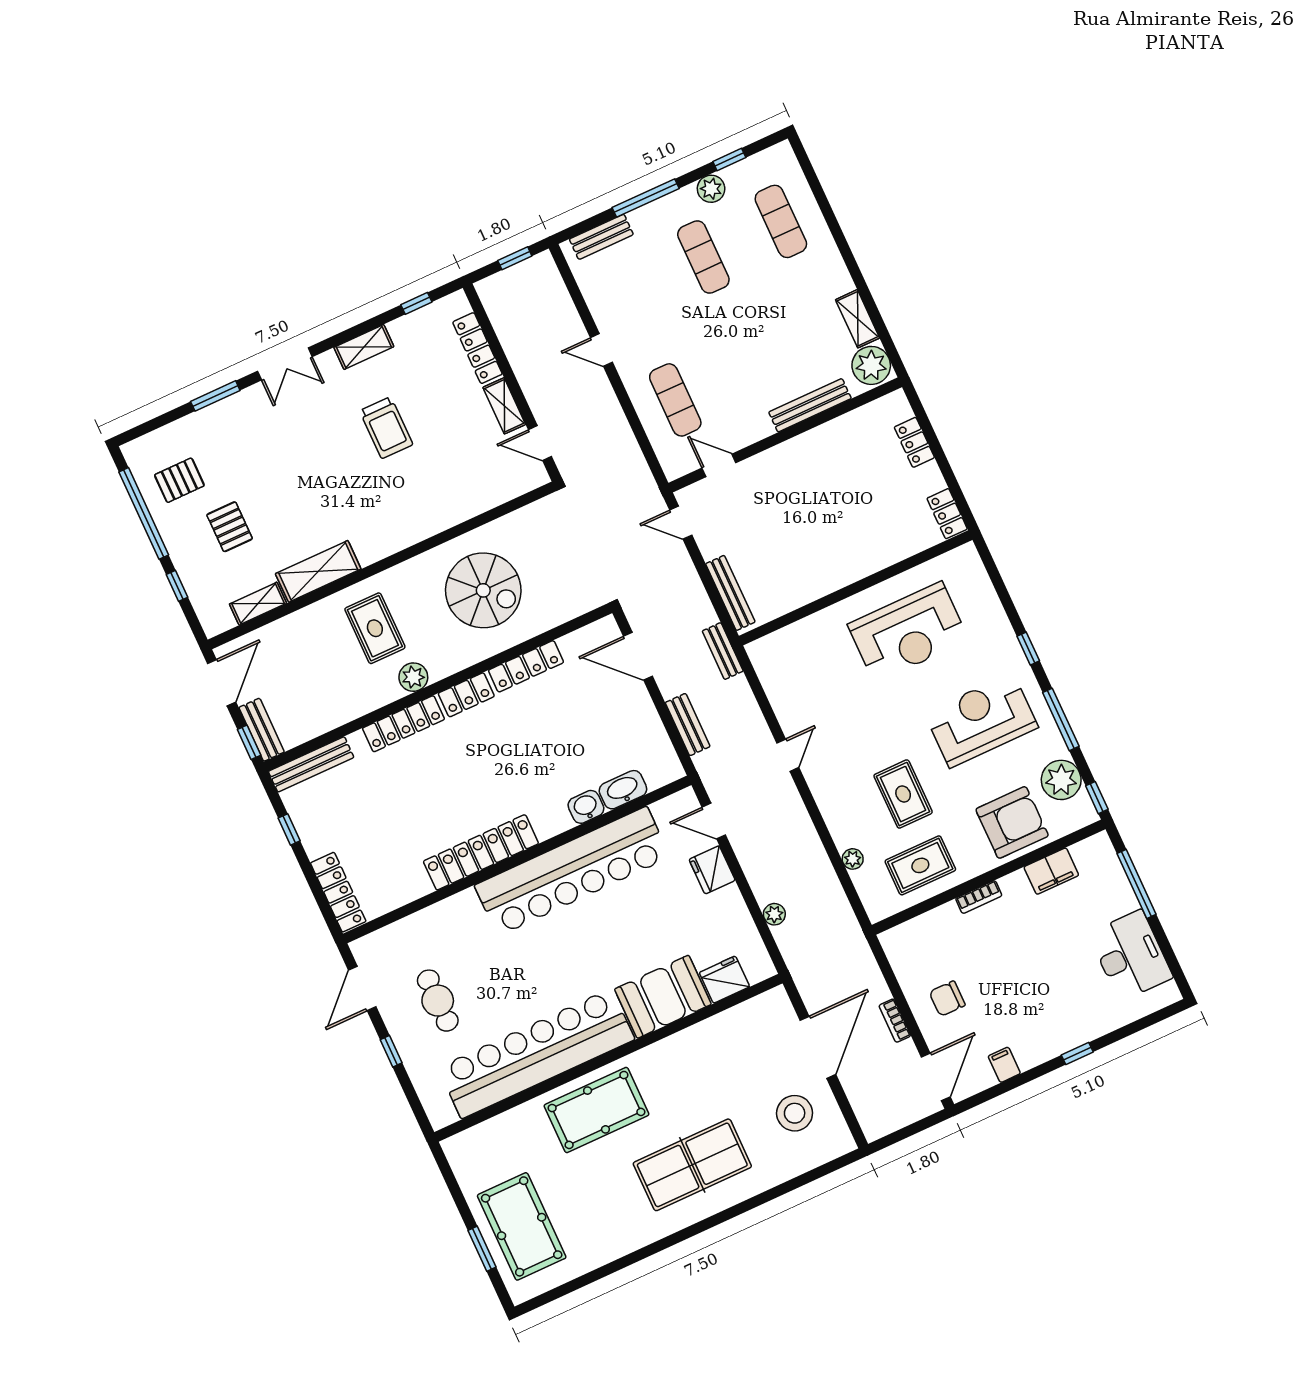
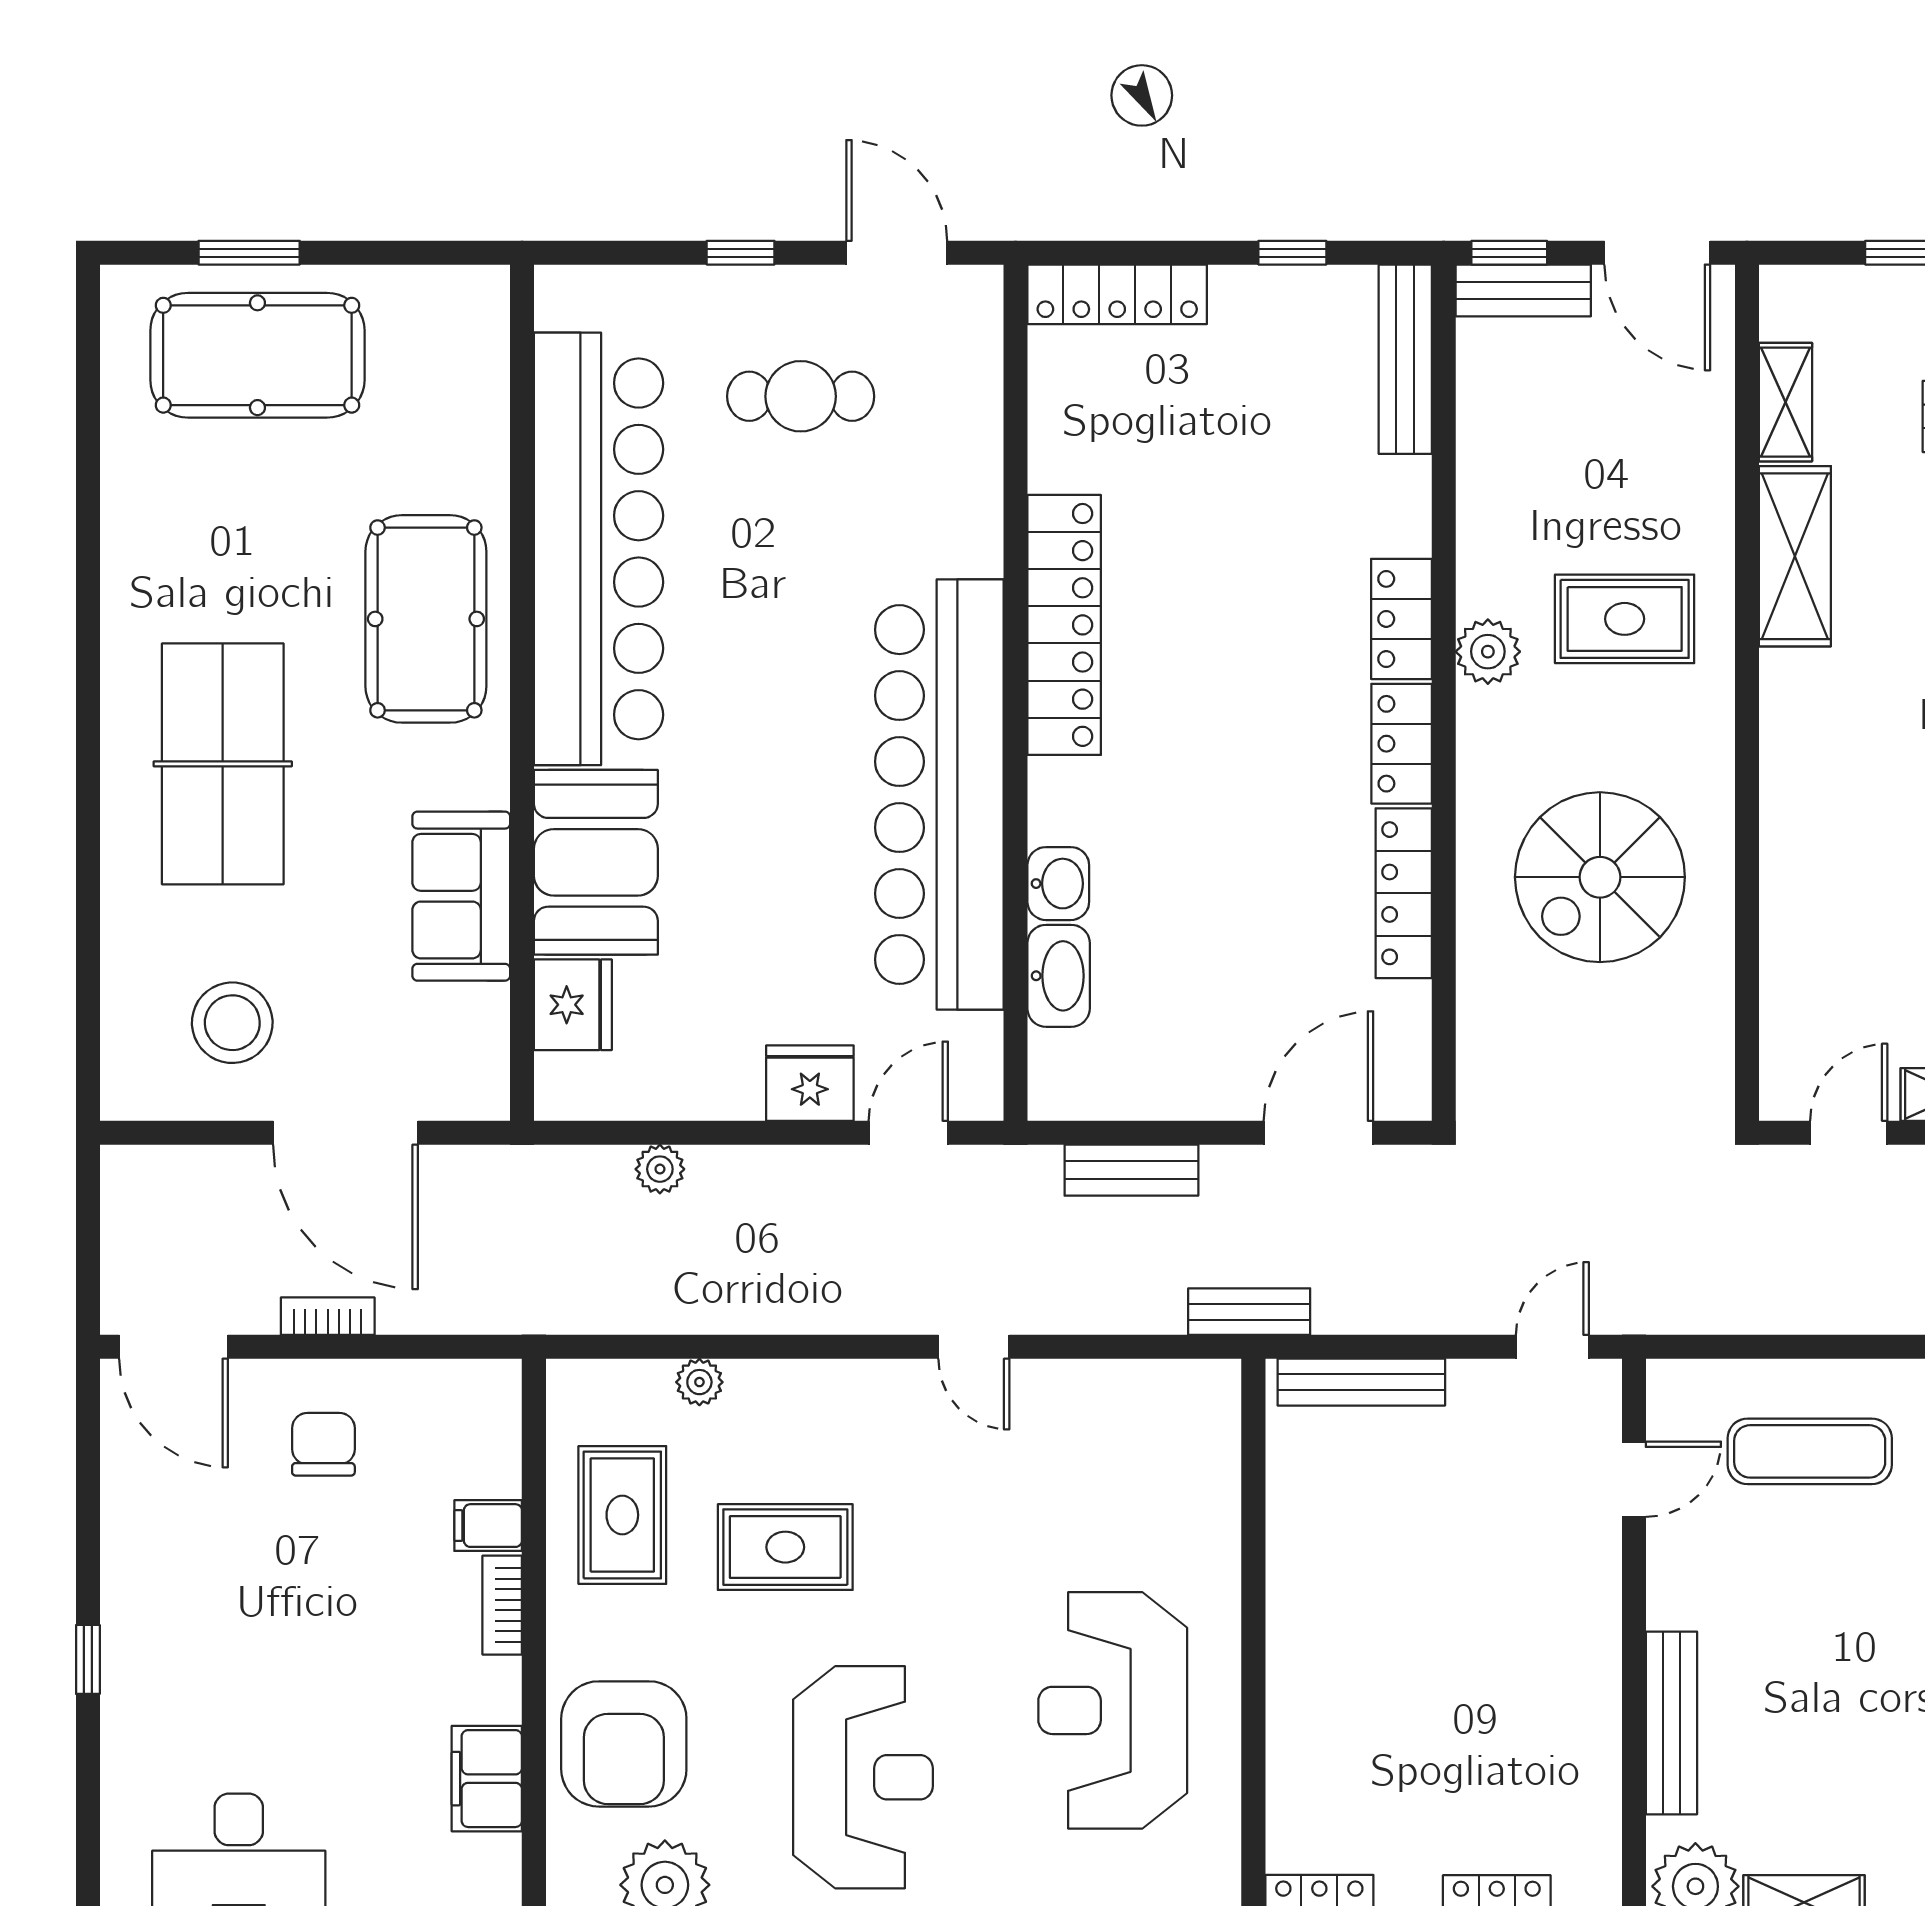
locker: (403, 724) -> (1401, 619), width x0.66
sofa: (701, 1045) -> (461, 896), added
filing cabinet: (1004, 1065) -> (488, 1526), moved, turned 180

